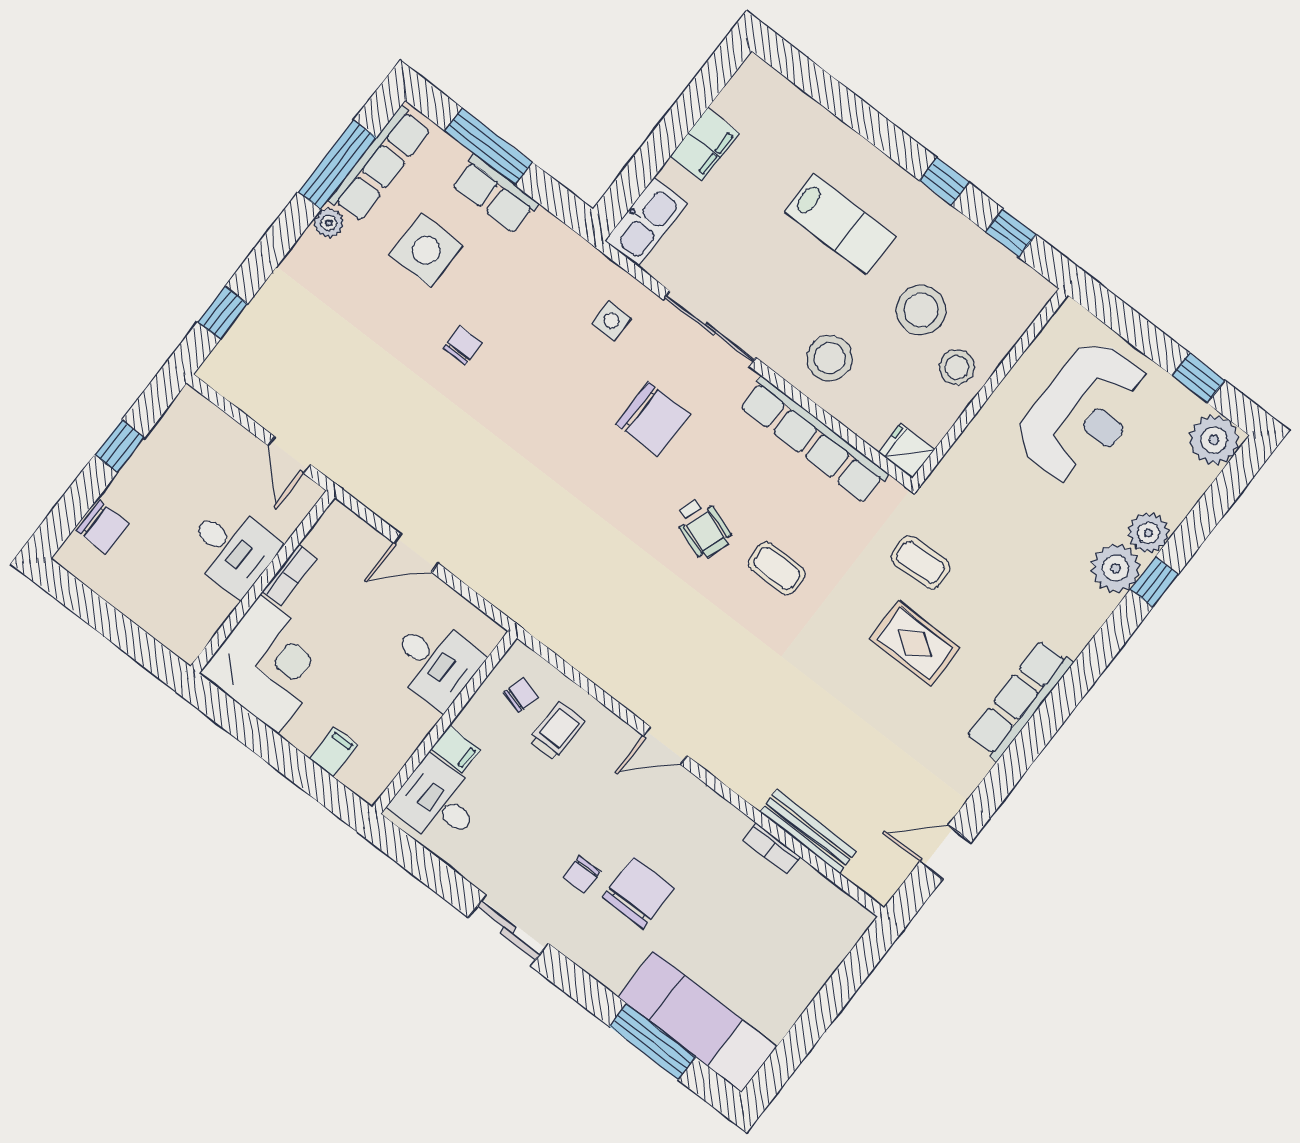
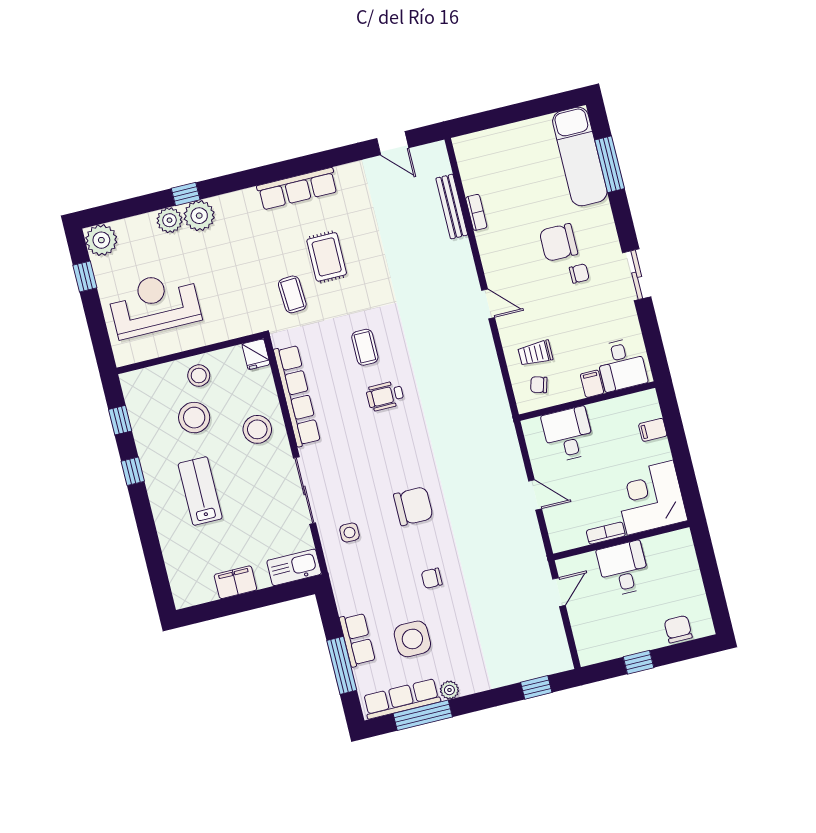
chair: (653, 419) -> (413, 506), moved, turned 90
wheelchair: (703, 528) -> (385, 396), turned -109

